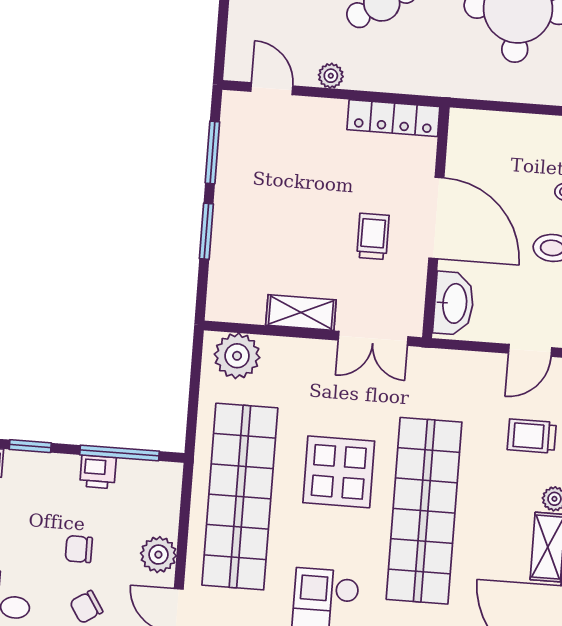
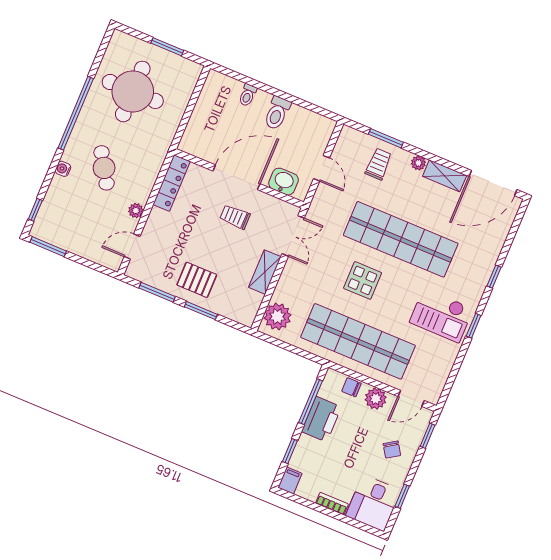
pallet: (253, 209) -> (197, 280), added
washbasin: (454, 303) -> (284, 182), width x0.72
door: (530, 350) -> (321, 168), moved
trolley: (532, 436) -> (378, 164), turned 180
printer: (98, 472) -> (321, 419), width x1.87, depth x1.48
display table: (339, 472) -> (363, 280), width x0.73, depth x0.73
chair: (79, 549) -> (351, 387), moved, turned 90

